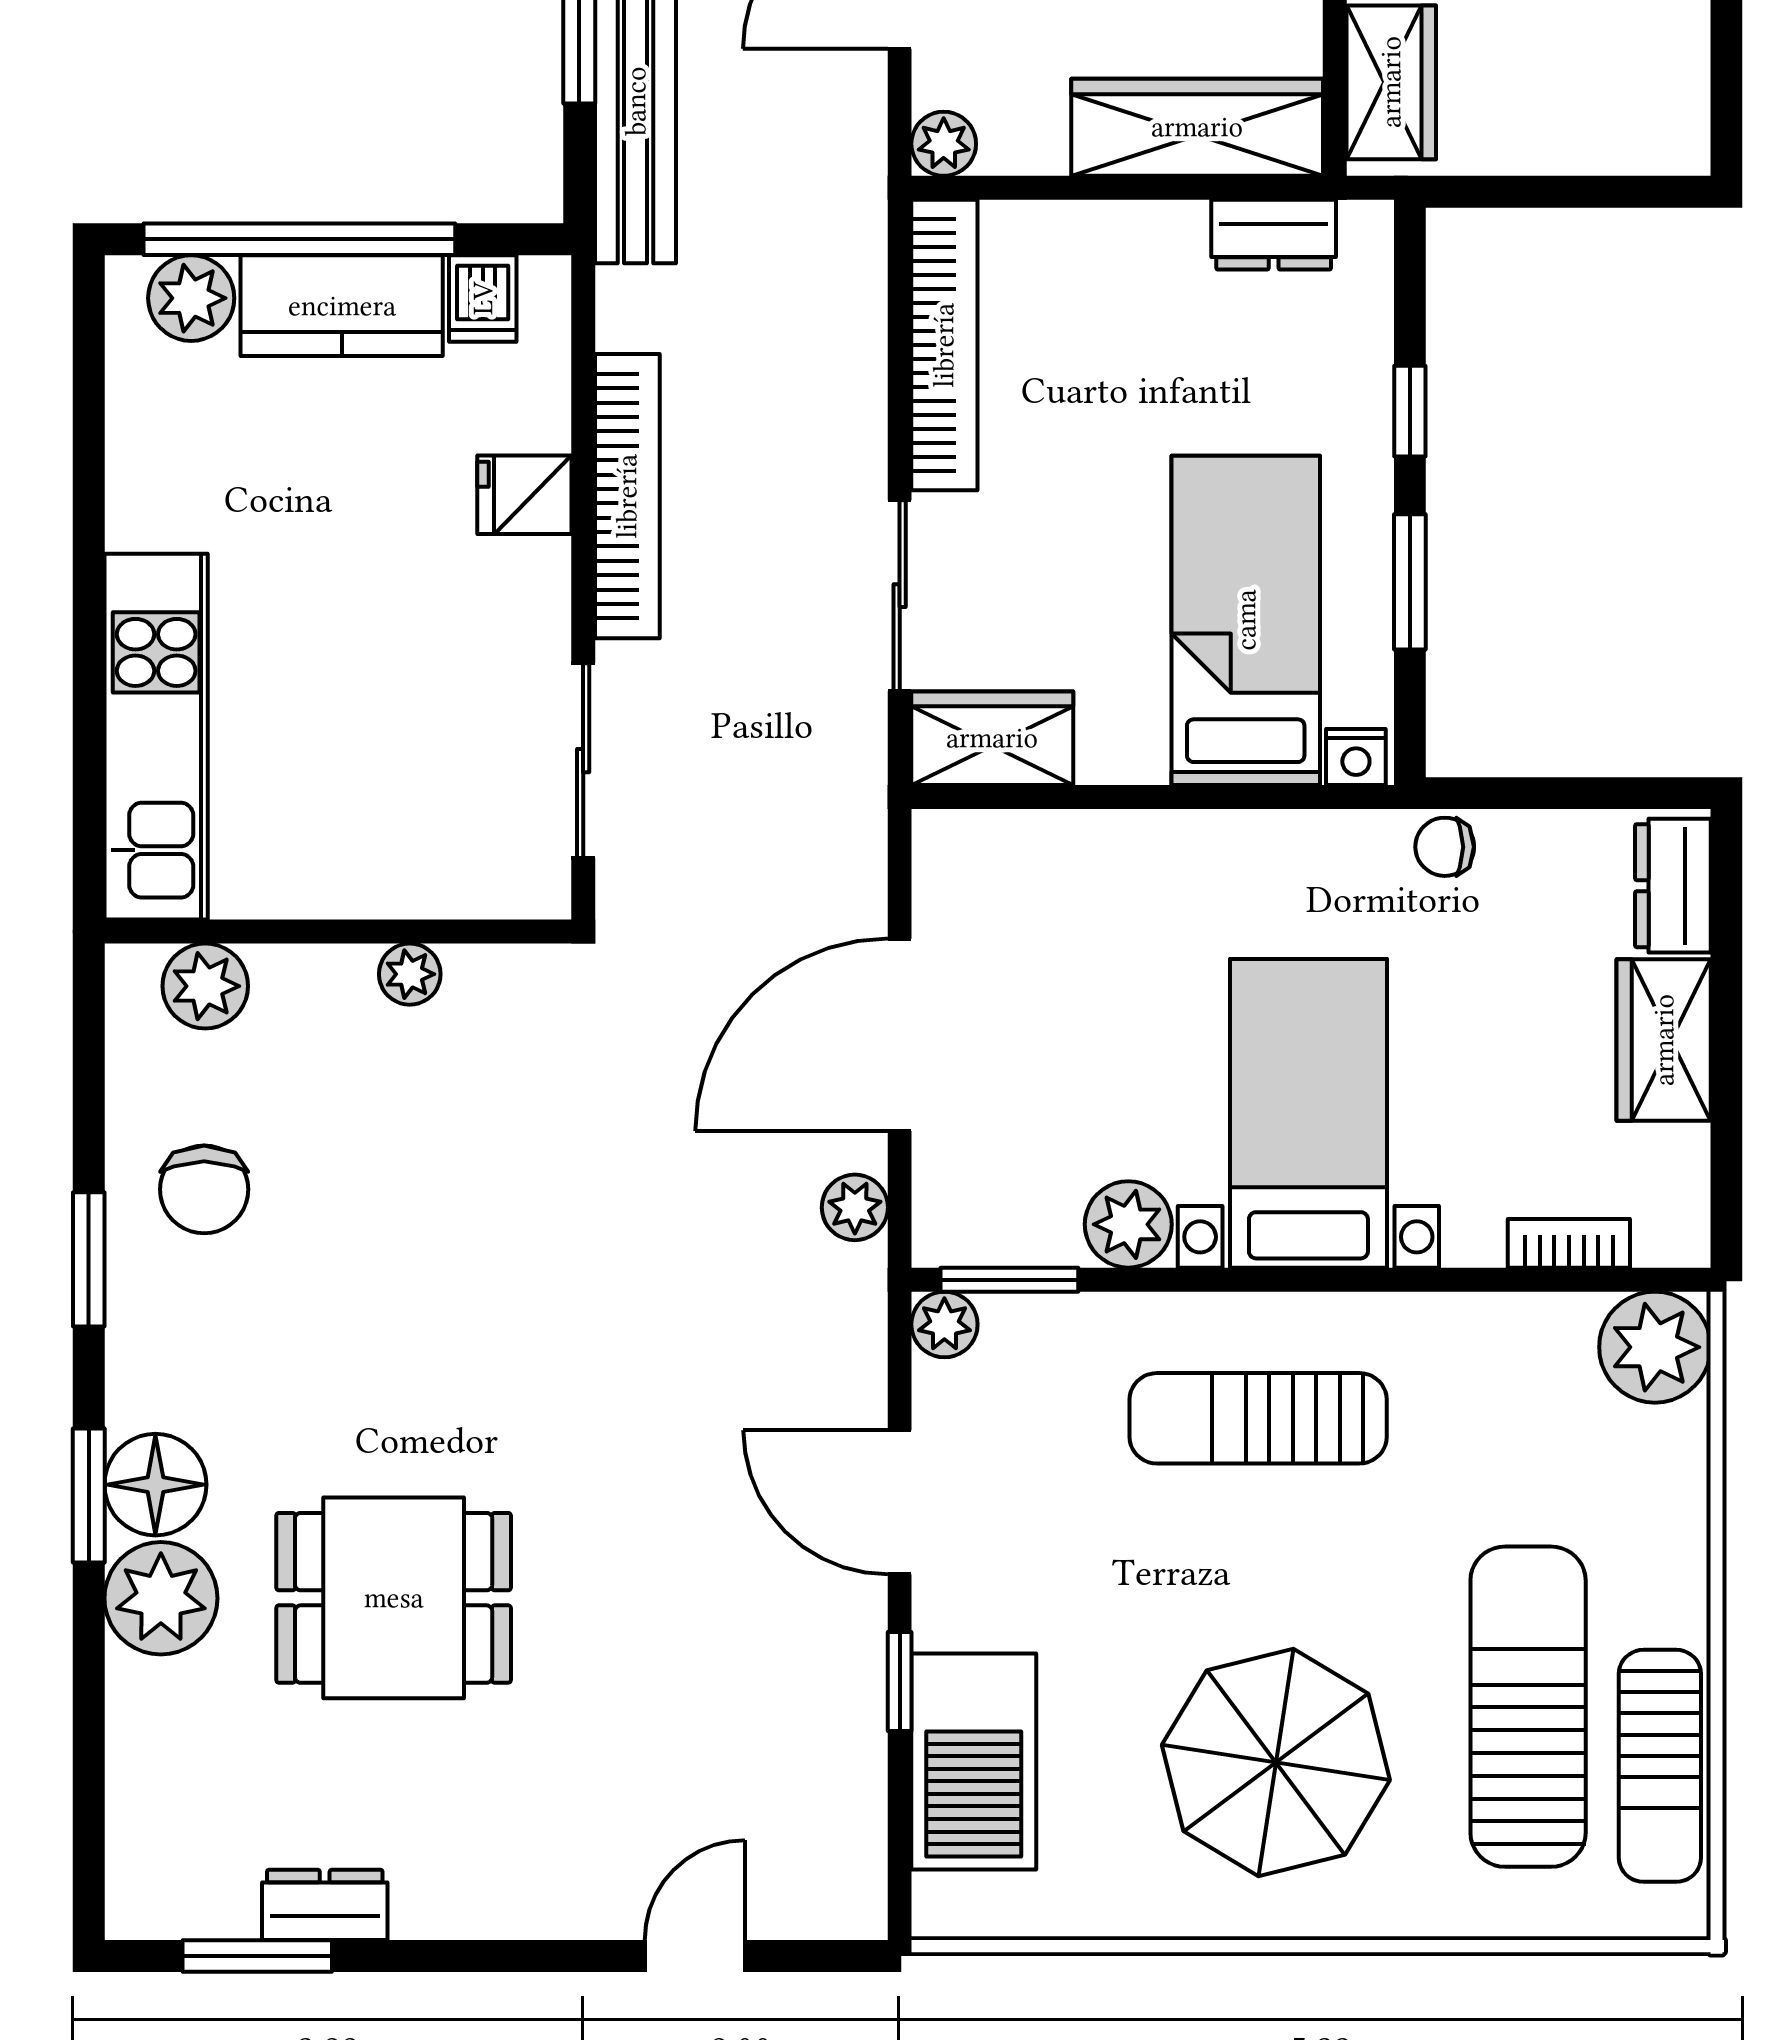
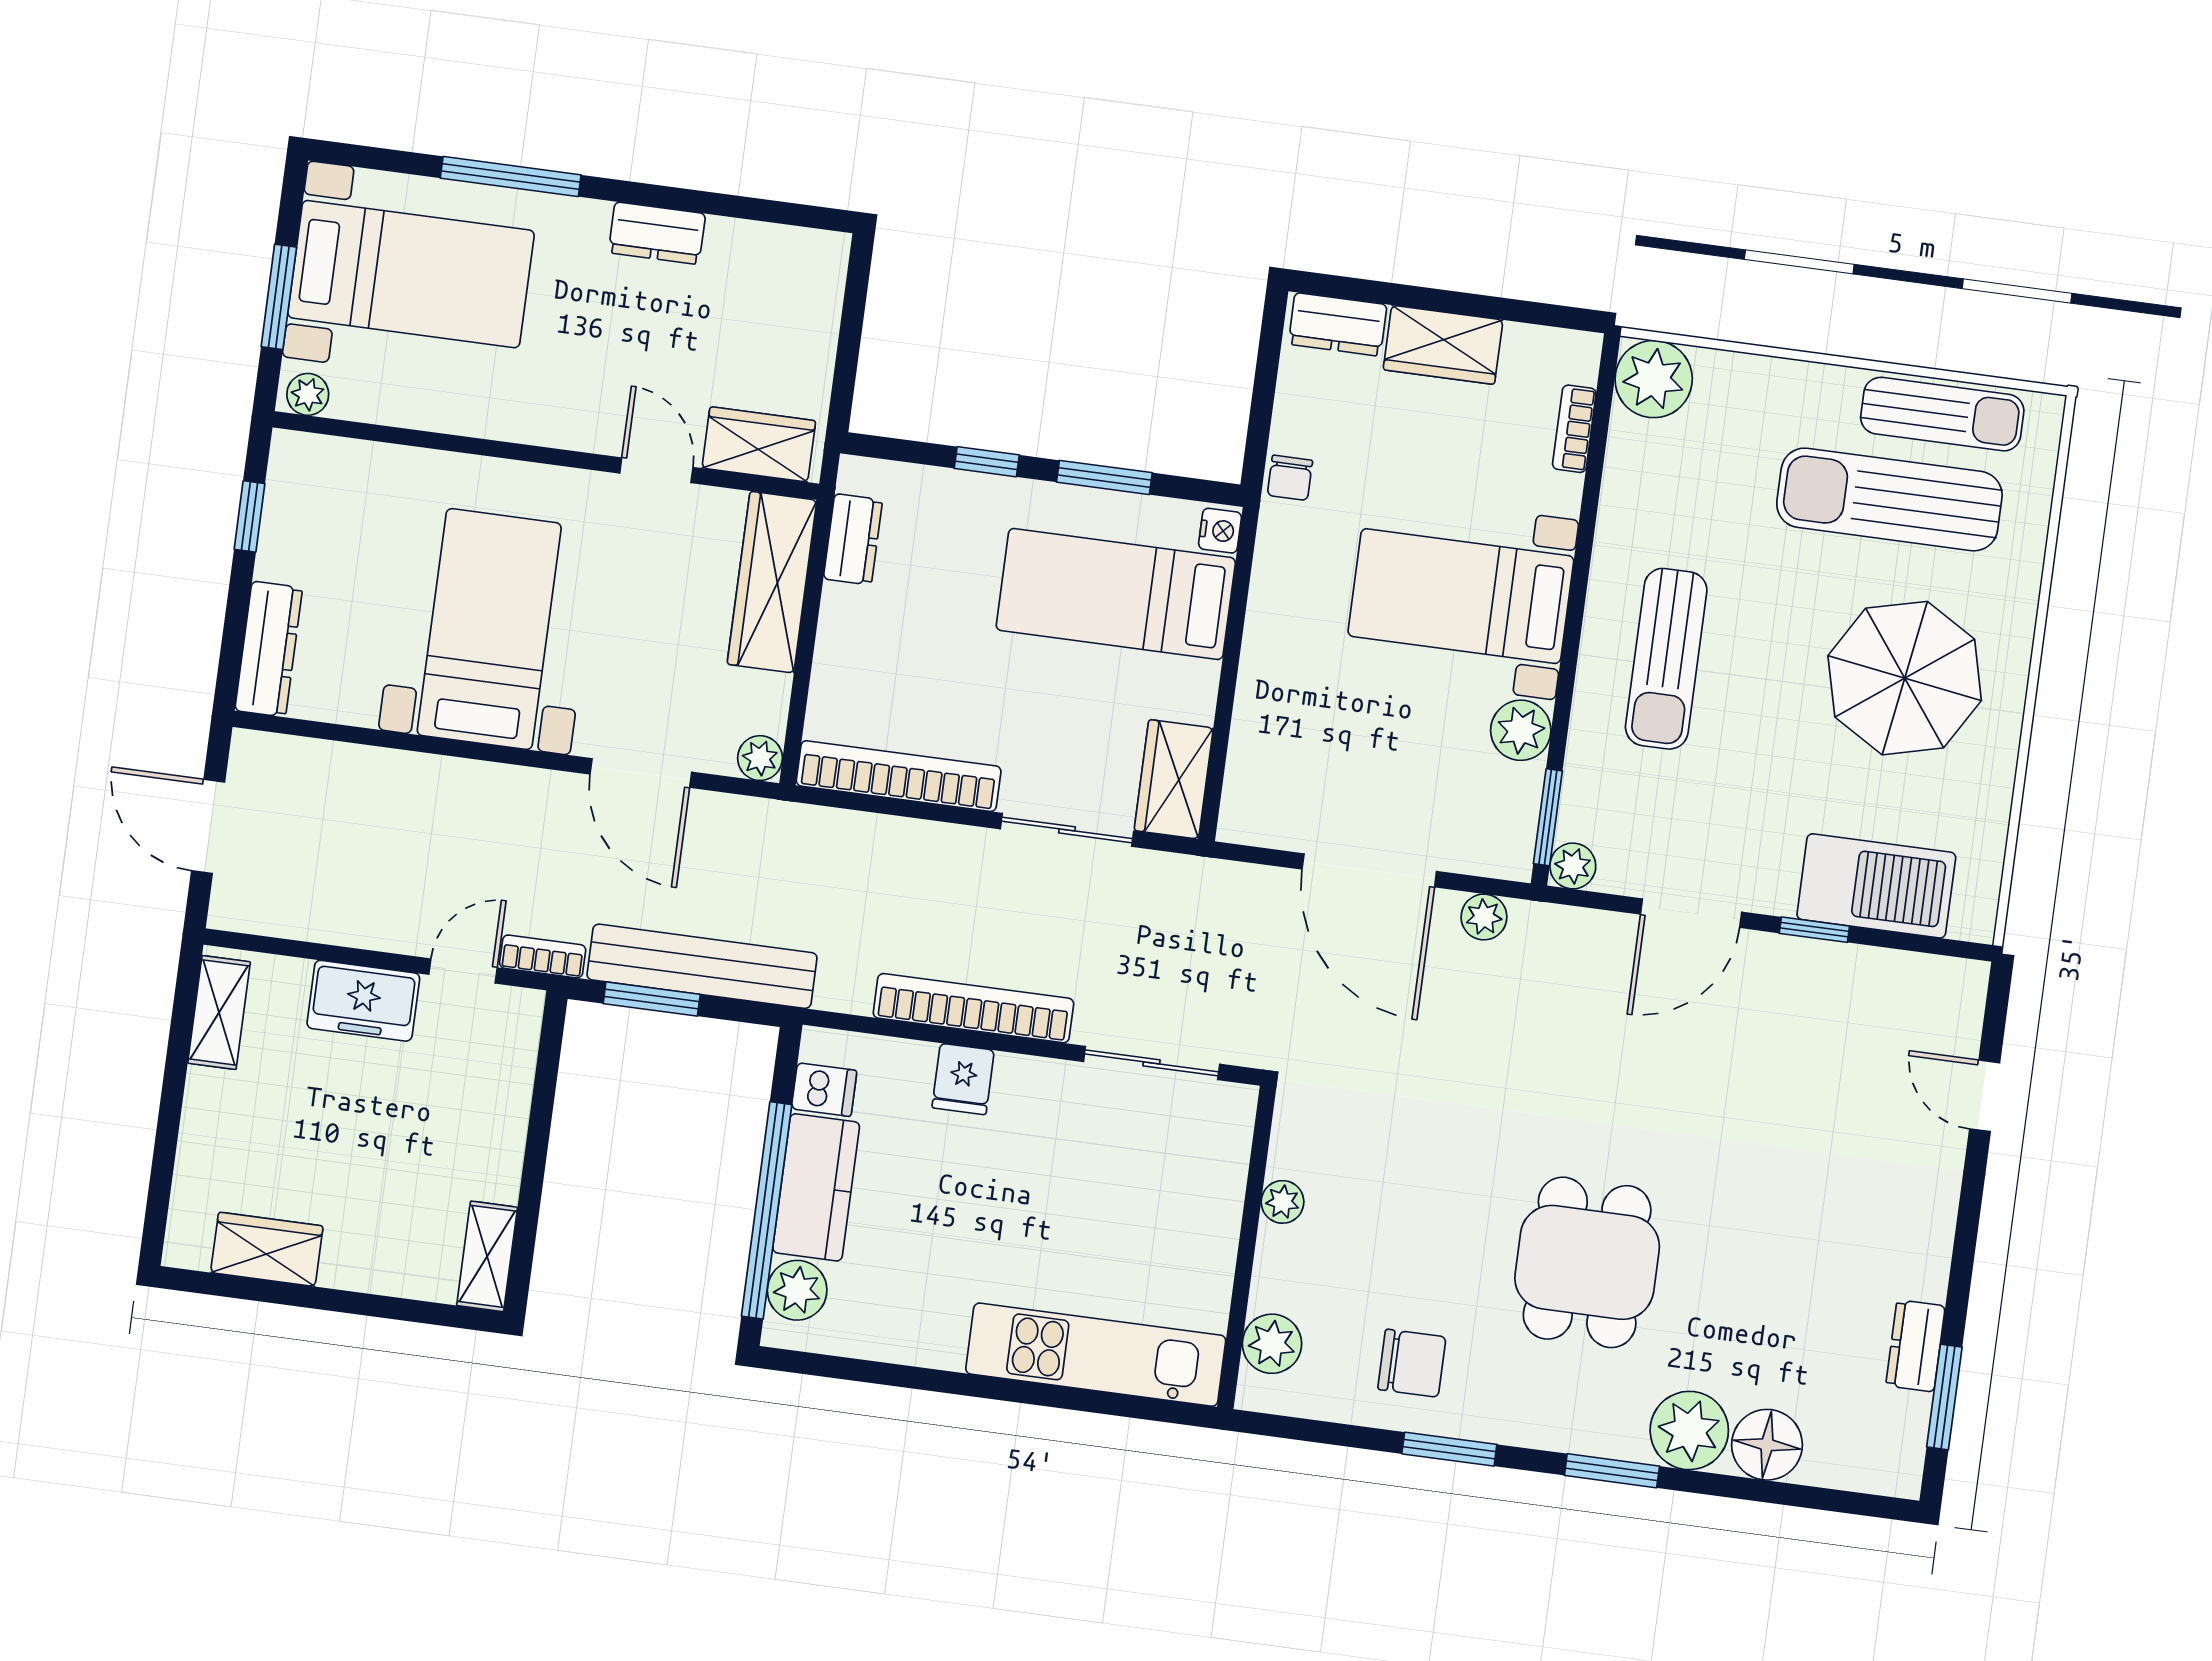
floor lamp: (155, 1485) -> (1767, 1445), moved
dining table: (394, 1598) -> (1587, 1262), moved

